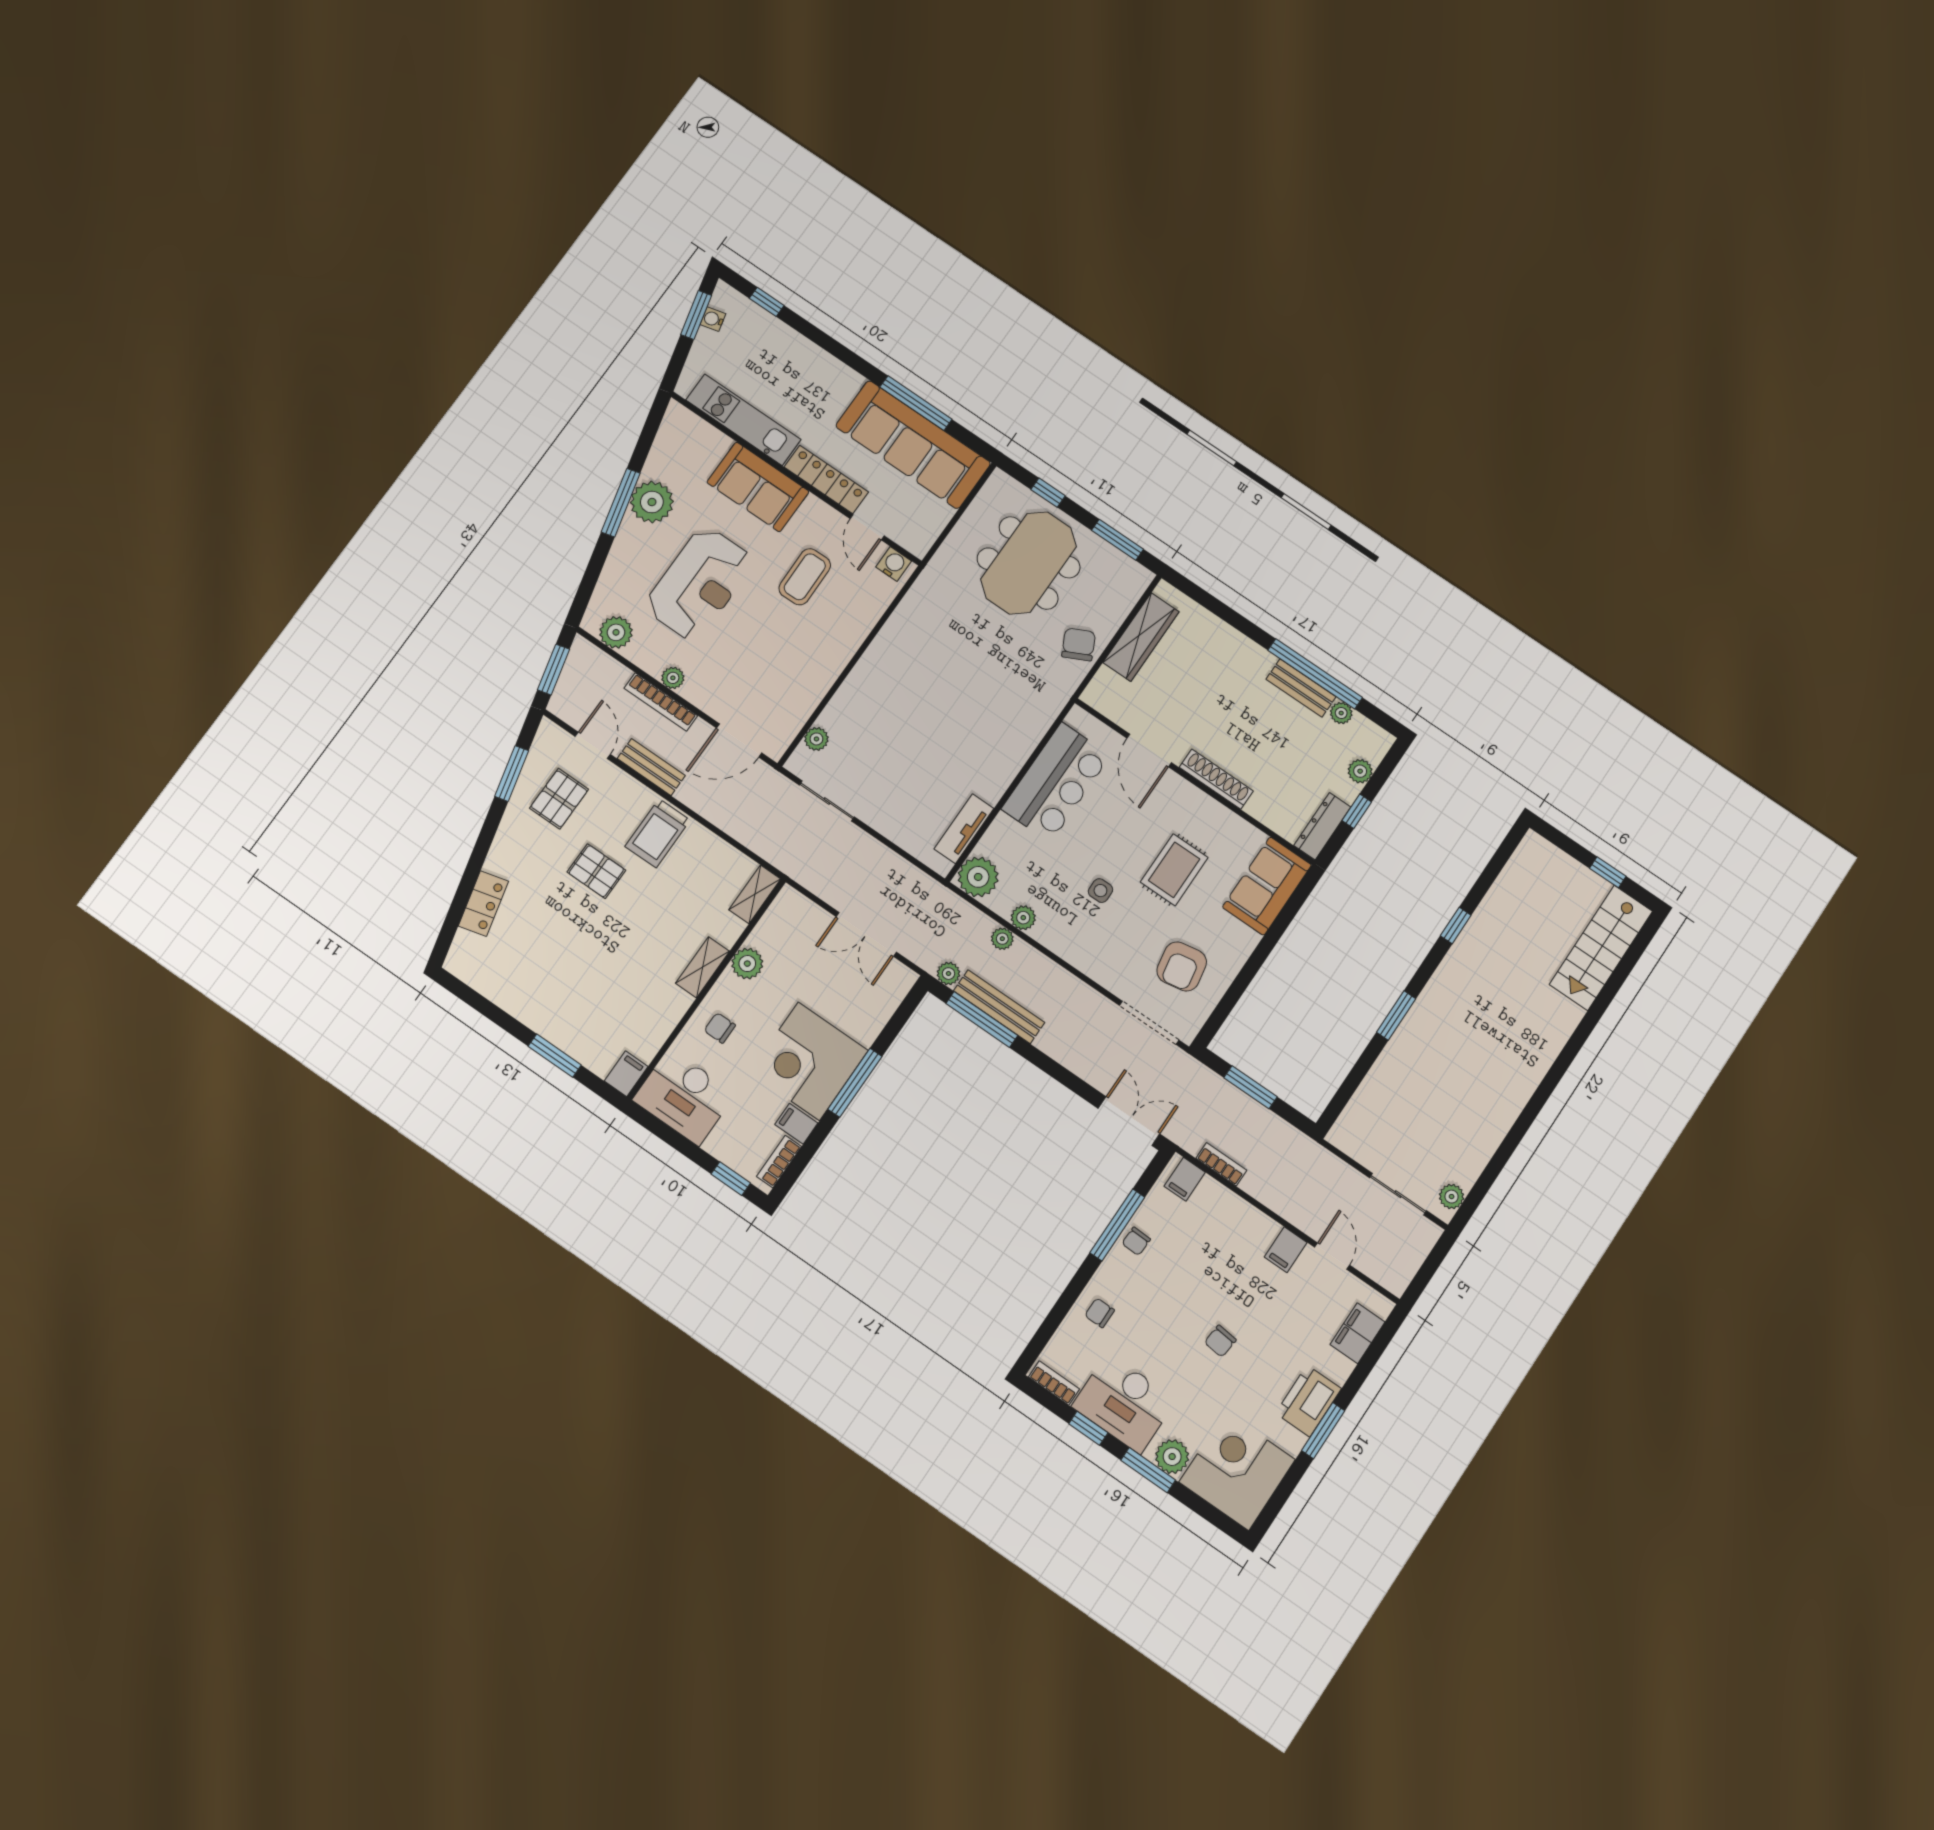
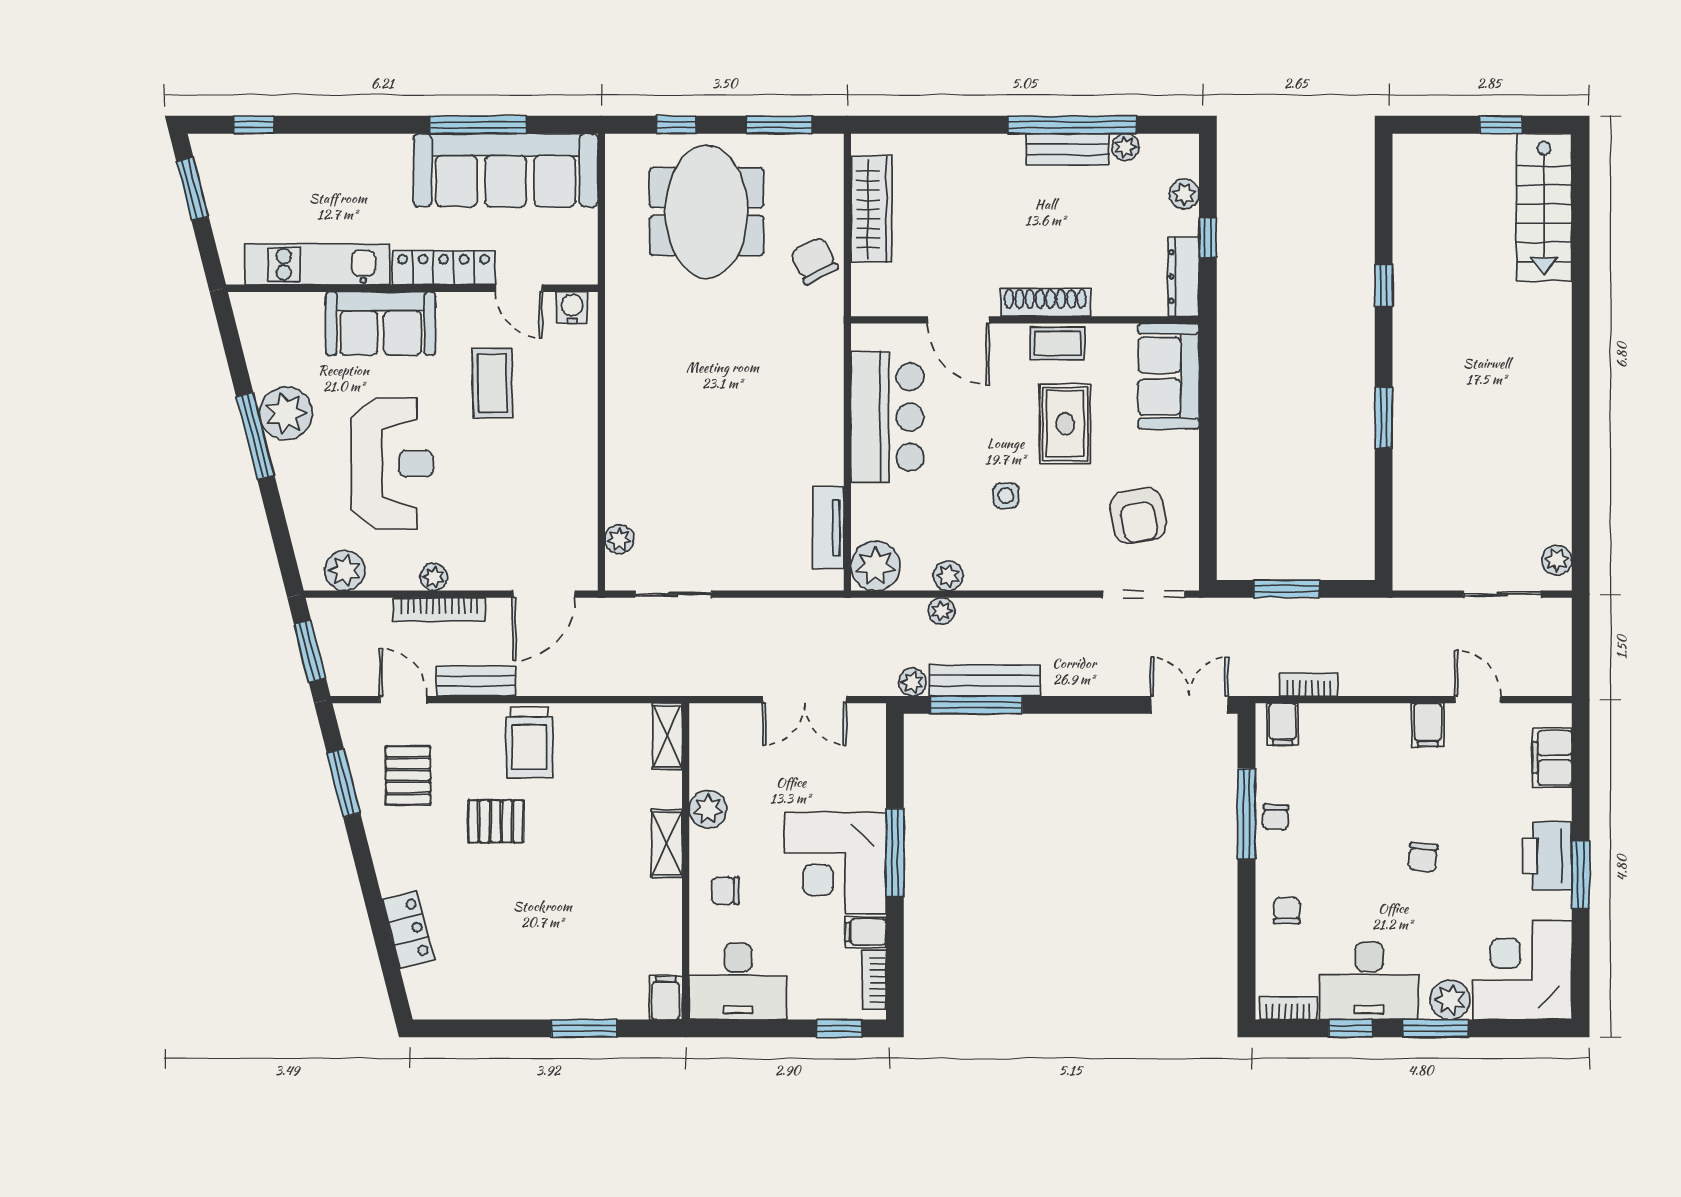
water cooler: (713, 319) -> (212, 181), removed
coffee table: (1206, 812) -> (1058, 343), added
chair: (1100, 1313) -> (1287, 911), turned 90

